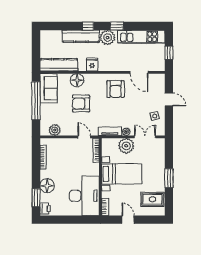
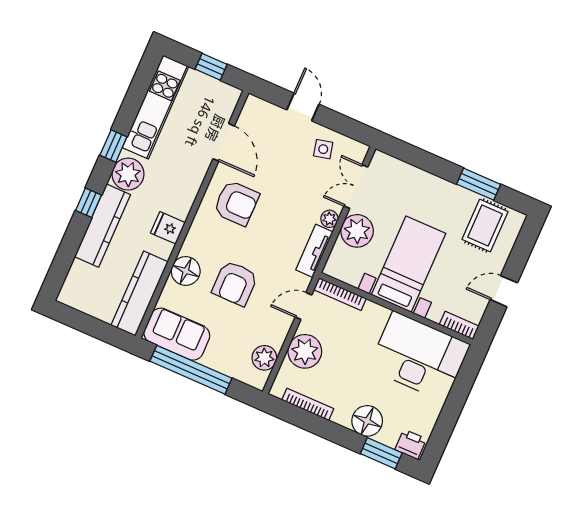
door: (139, 72) -> (224, 142), hinge flipped
door: (169, 99) -> (303, 107), hinge flipped
plant: (65, 146) -> (305, 351), added
window: (169, 178) -> (479, 184), moved

